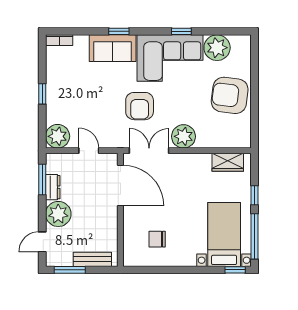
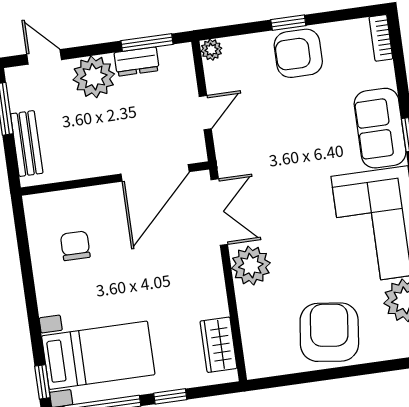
armchair: (140, 106) -> (298, 53), moved
plant: (58, 136) -> (211, 50), width x0.53, depth x0.53

